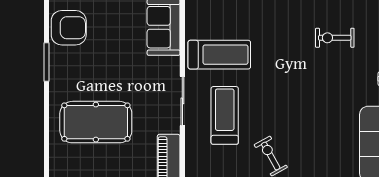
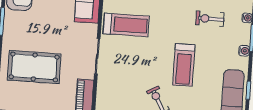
treadmill: (225, 115) -> (184, 65), moved, turned 180

